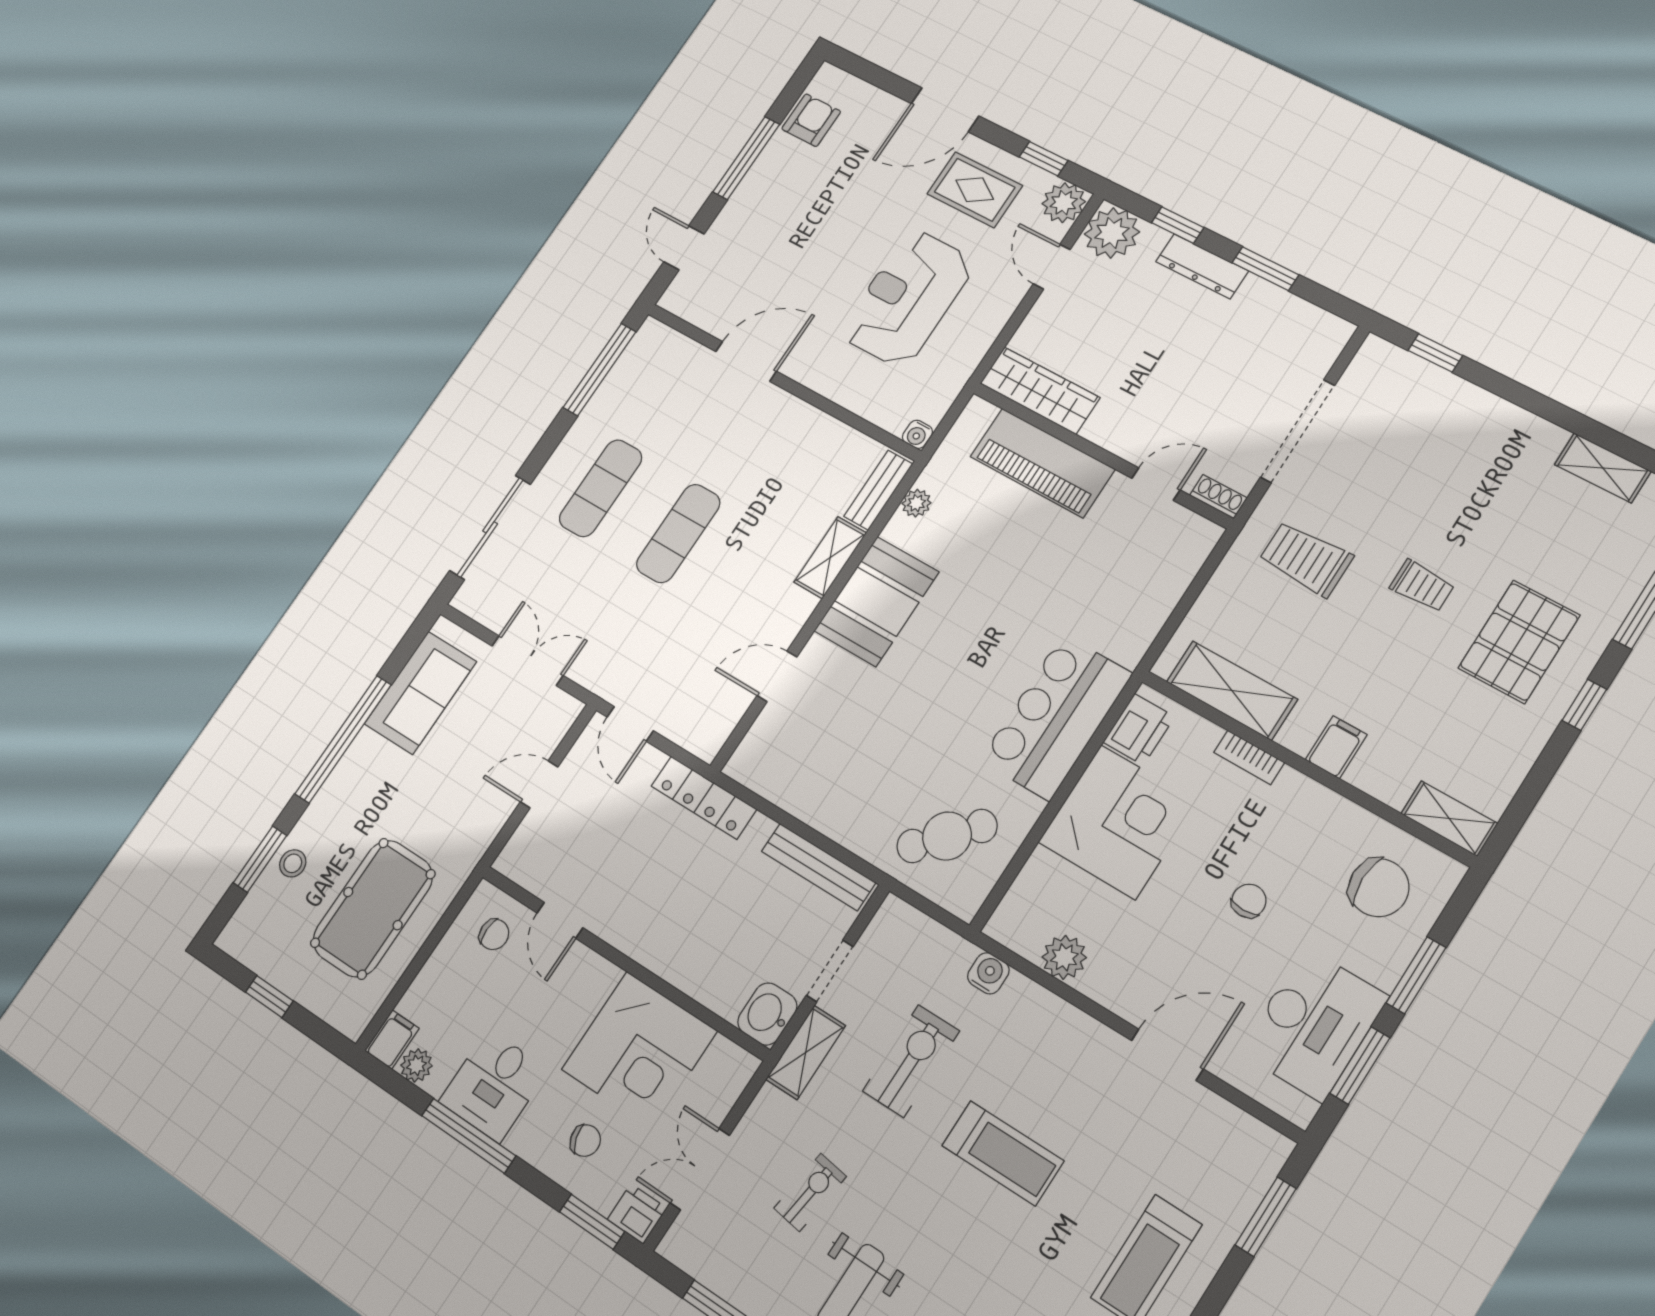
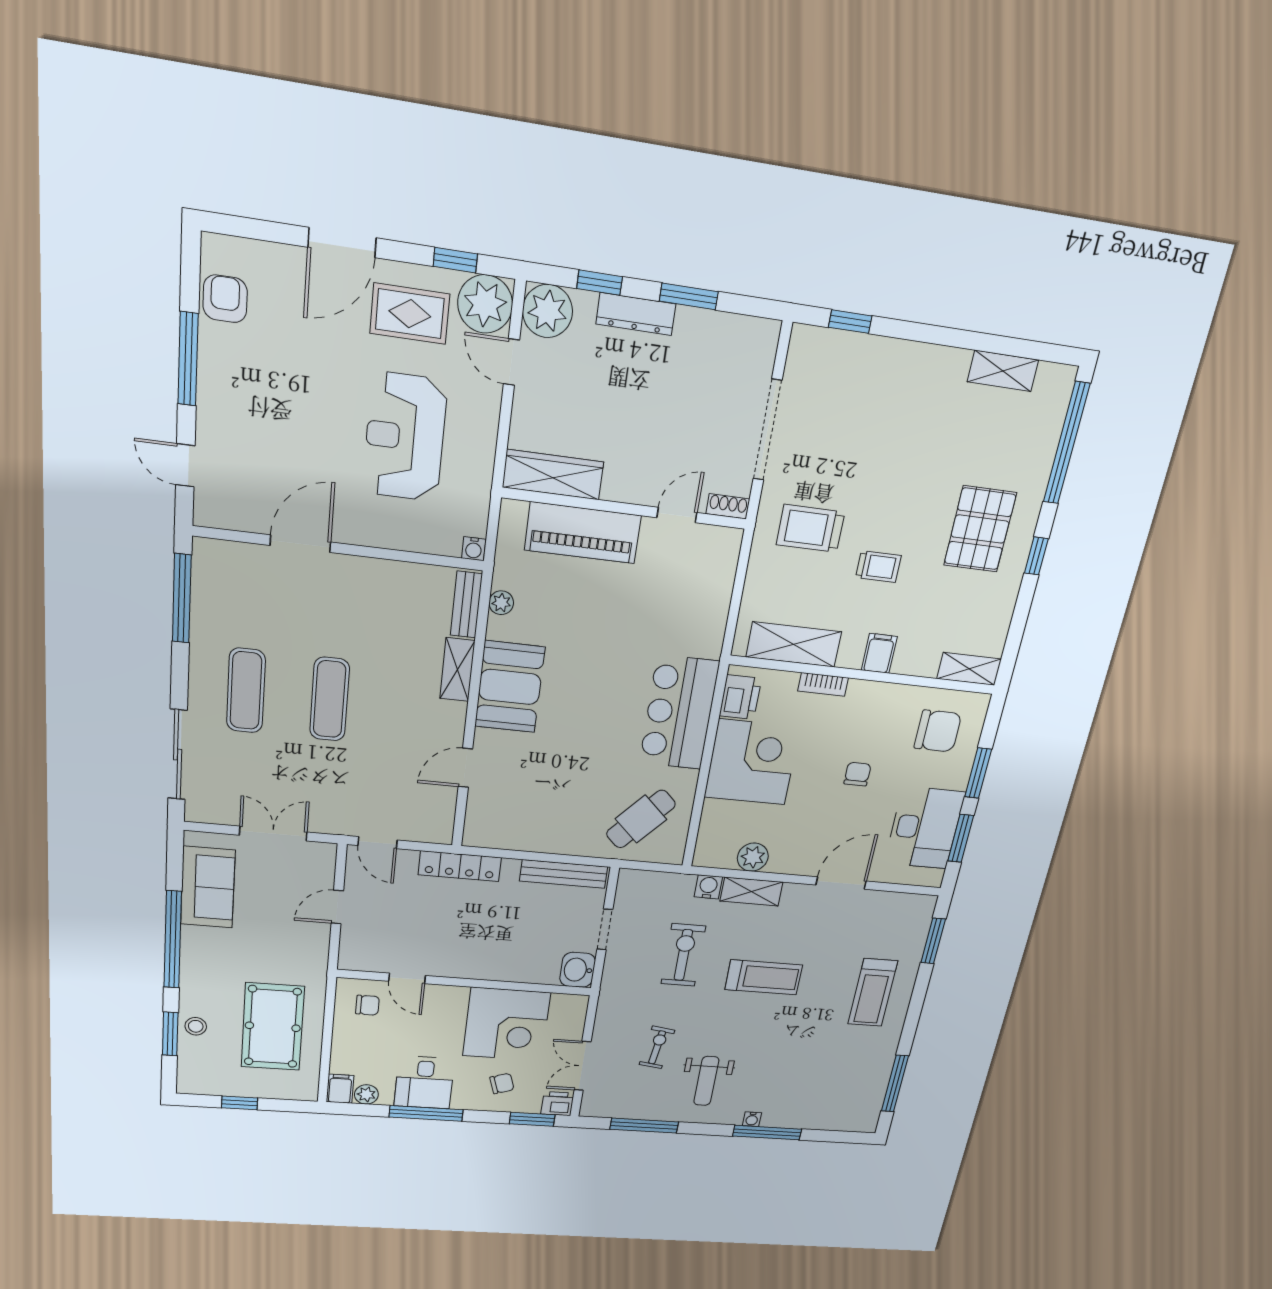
plant: (1064, 203) -> (485, 304), width x1.36, depth x1.36
trolley: (1422, 586) -> (878, 567), moved
shelving: (806, 1052) -> (751, 892), moved, turned 90

